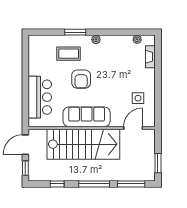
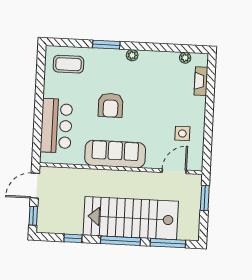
coffee table: (69, 54) -> (68, 64), moved
stairs: (83, 144) -> (131, 218), moved, turned 180
window: (158, 163) -> (205, 198), moved

